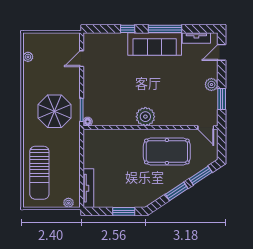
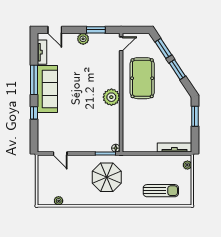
sun lounger: (39, 173) -> (161, 191), width x0.73, depth x0.75

